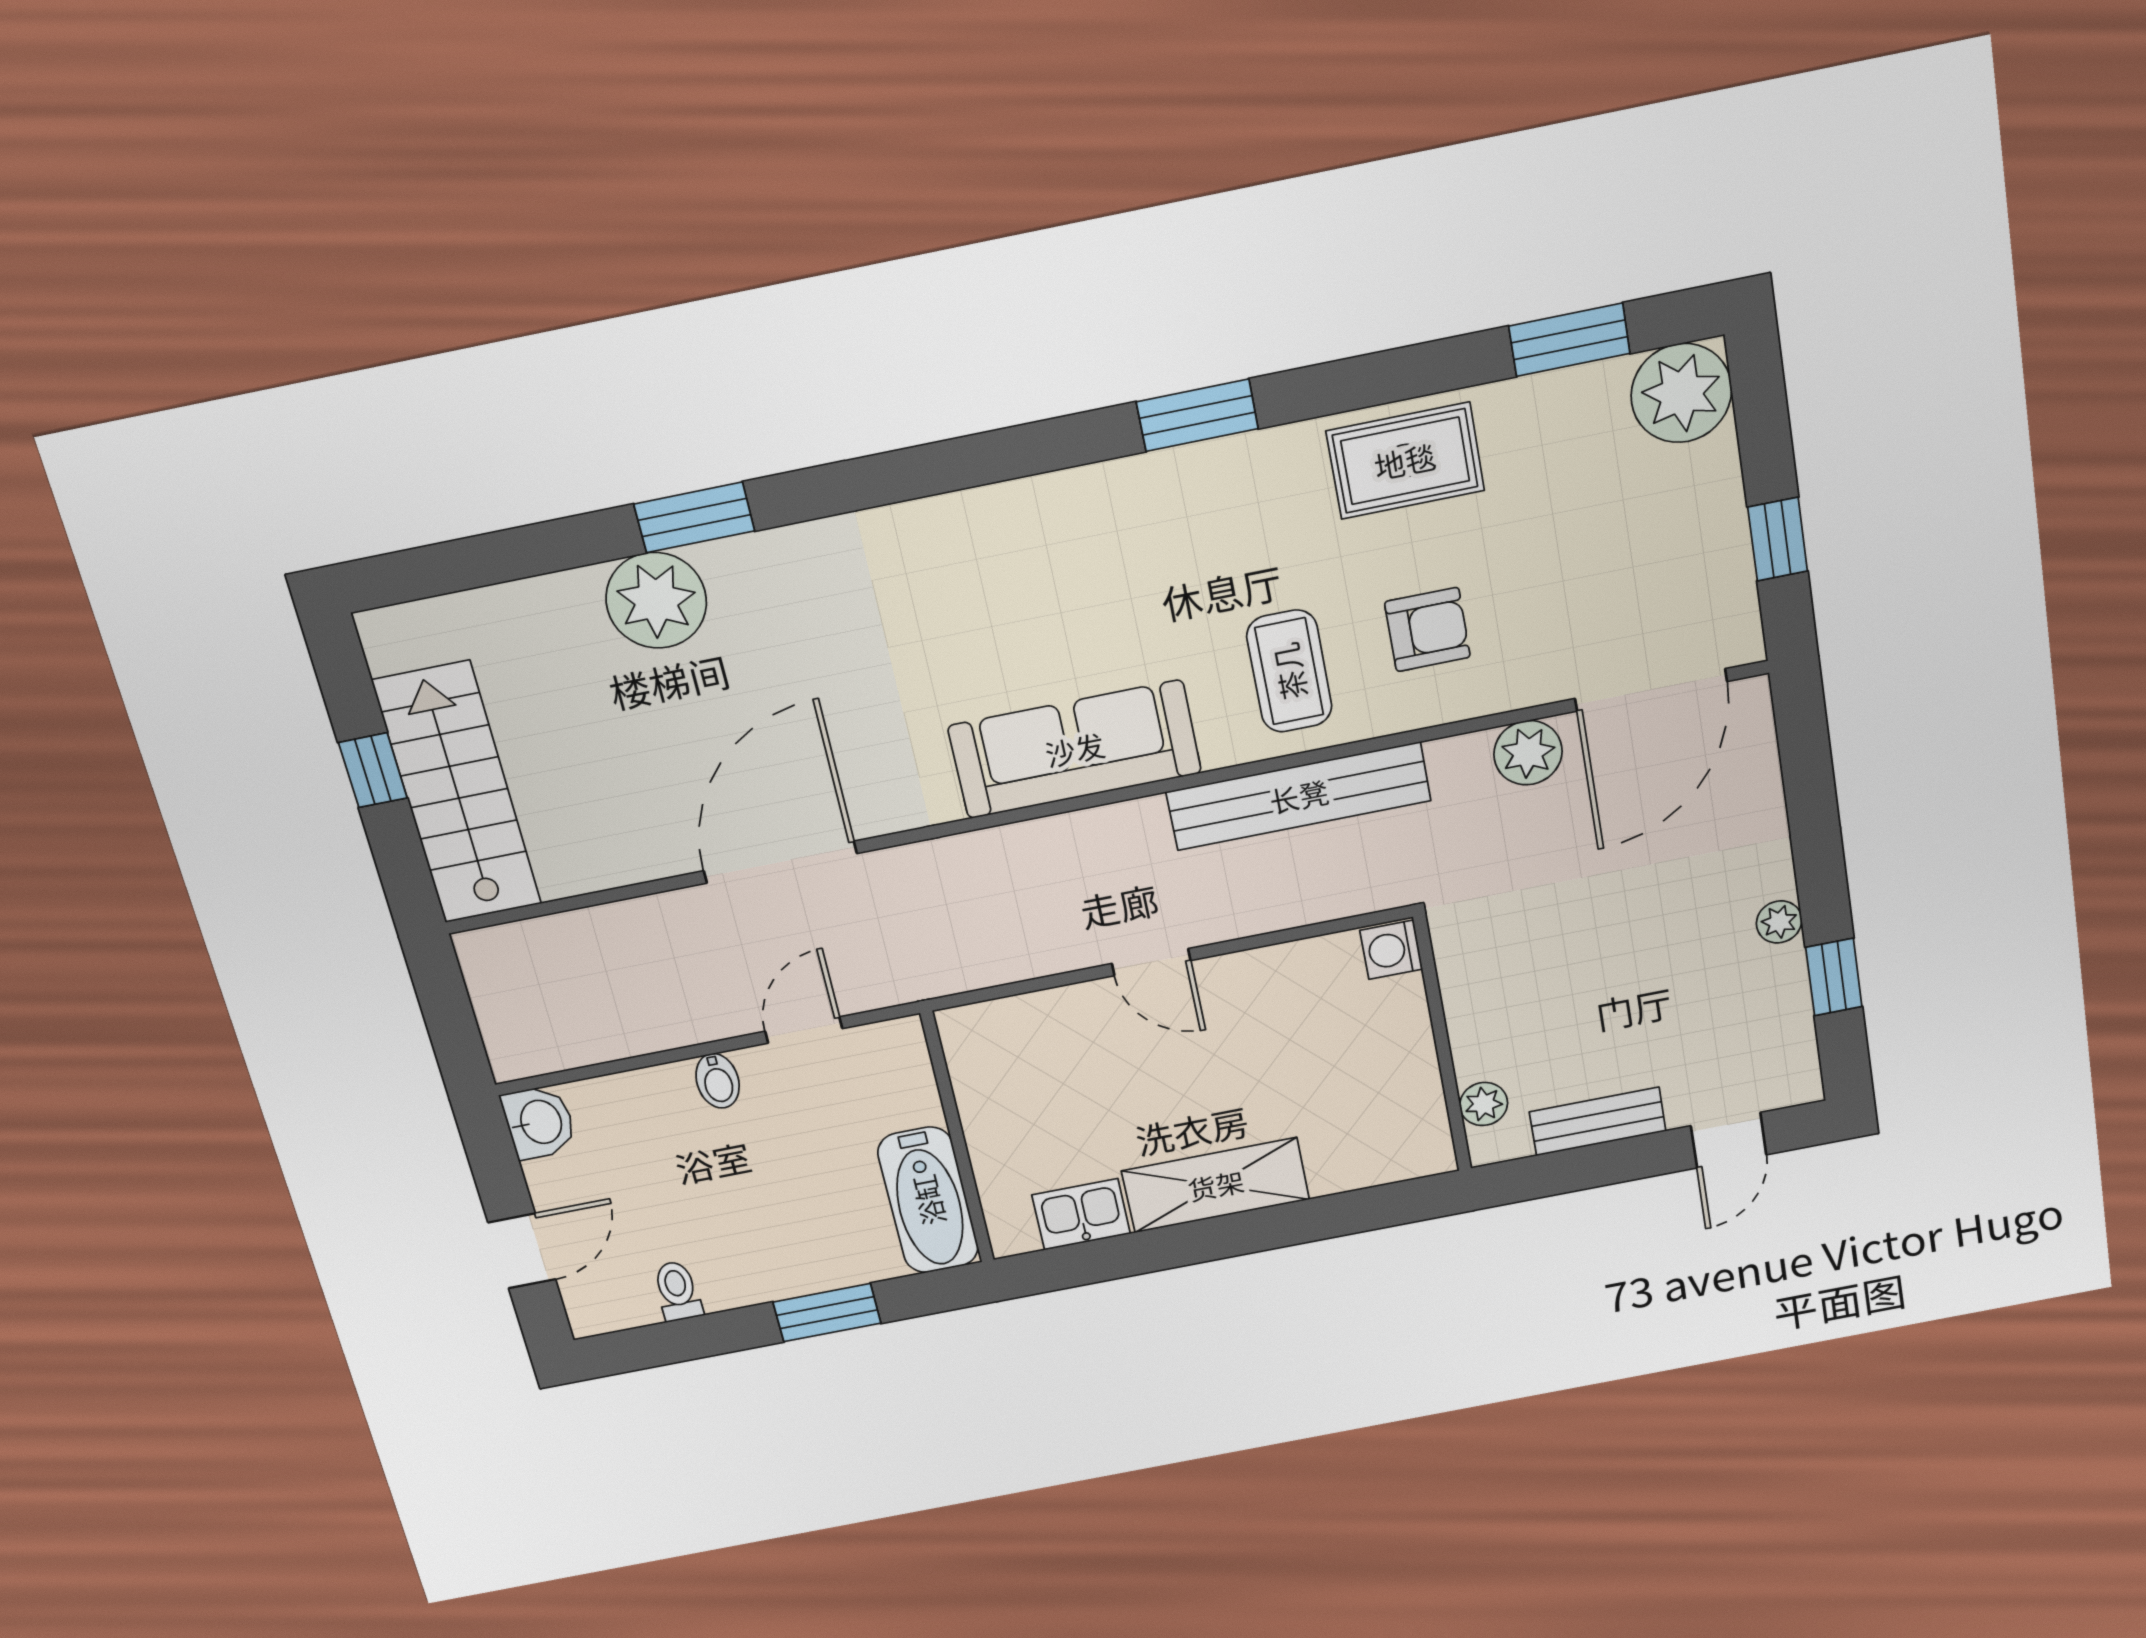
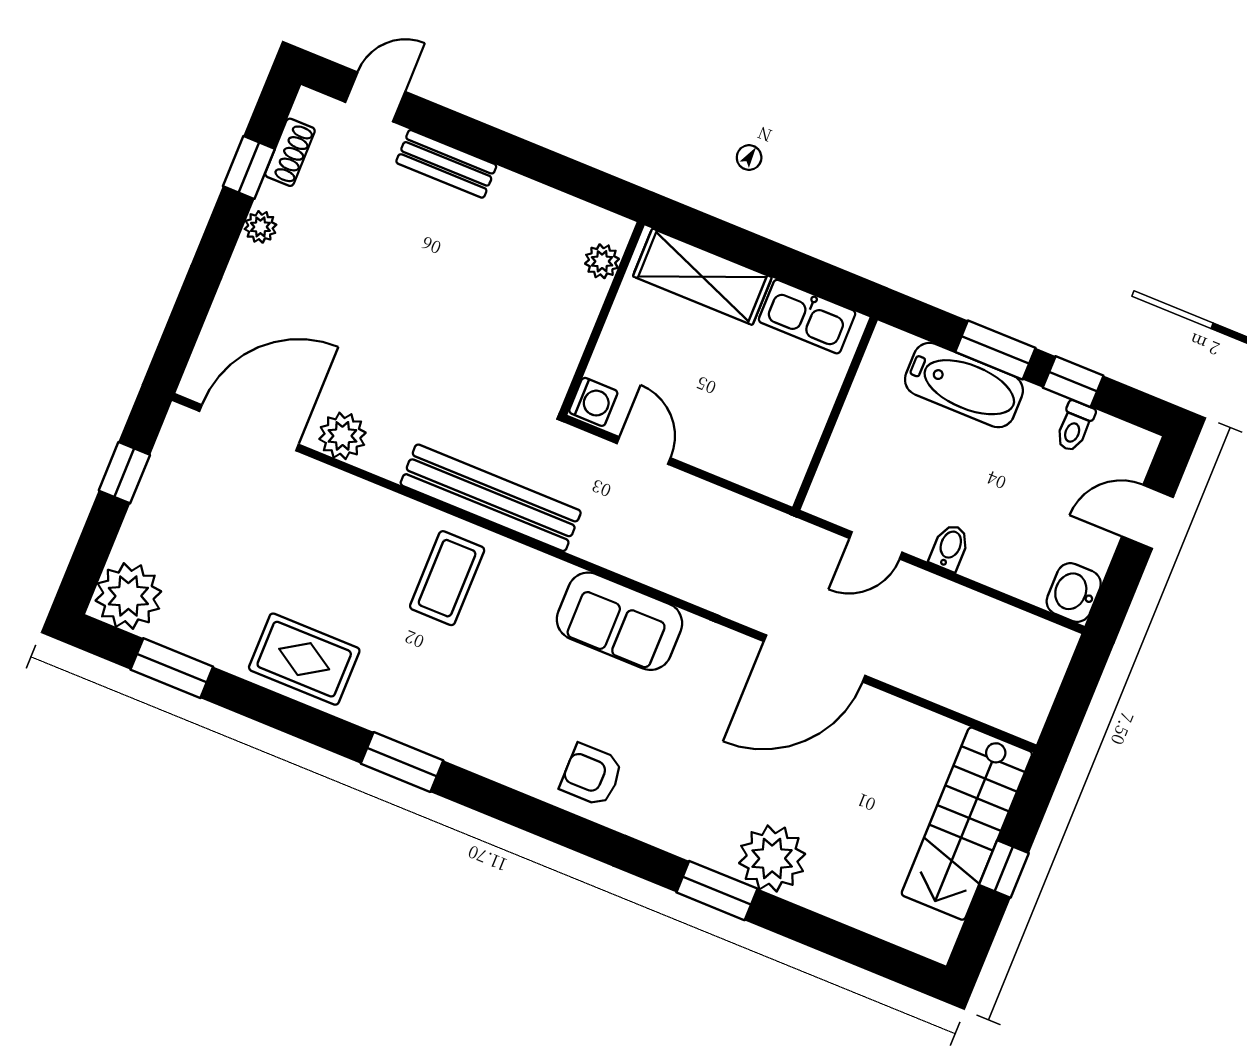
armchair: (1427, 630) -> (592, 775), moved
sofa: (1075, 749) -> (619, 621), width x0.73
washing machine: (1391, 950) -> (593, 402), moved
shoe rack: (1794, 1023) -> (290, 152), added
wall: (1442, 1045) -> (602, 318), moved
plant: (1484, 1104) -> (602, 261), moved
bathtub: (928, 1200) -> (964, 385), moved, turned 90
kitchen sink: (1081, 1214) -> (807, 317), width x1.38
window: (716, 1334) -> (1073, 382), added

